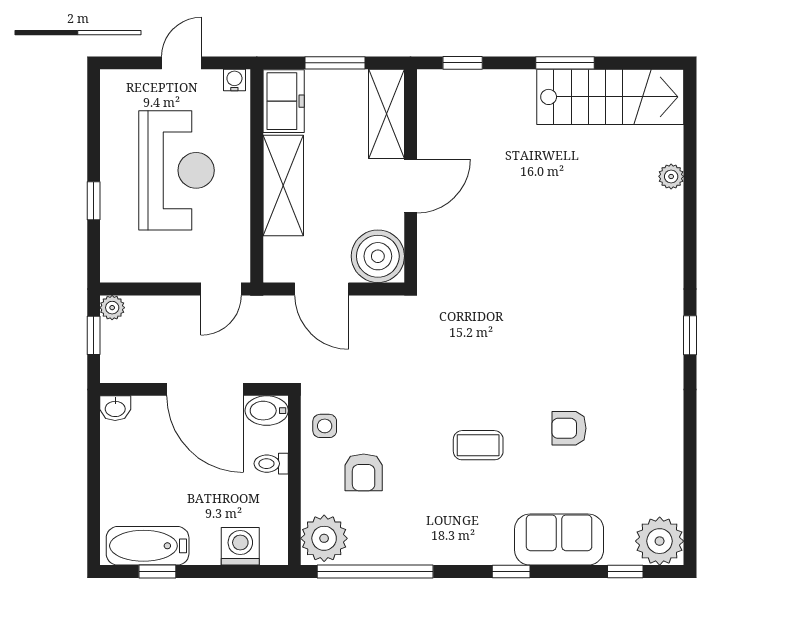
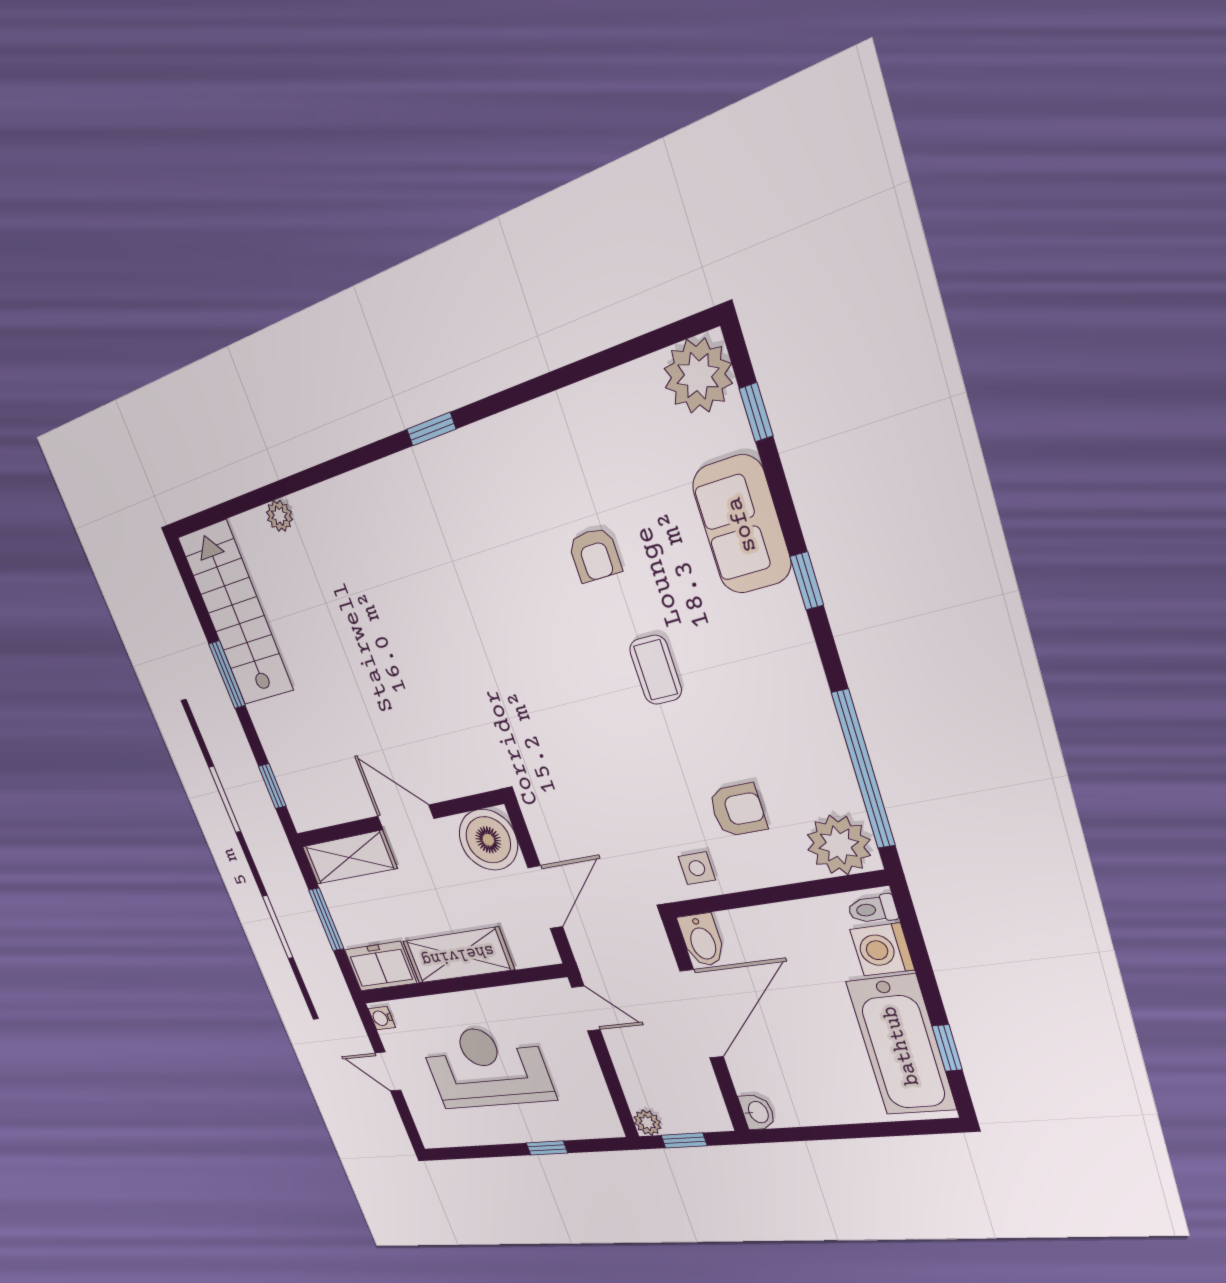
toilet: (271, 464) -> (872, 909), moved, turned 90
bathtub: (148, 546) -> (901, 1046), width x1.36, depth x1.36

